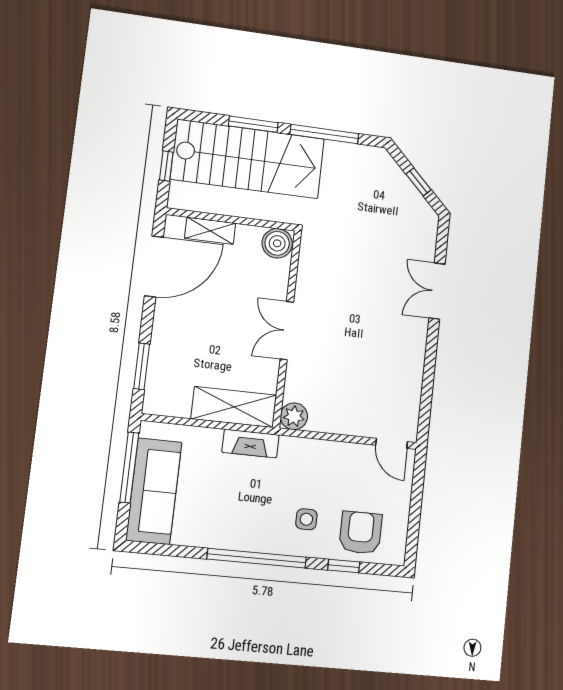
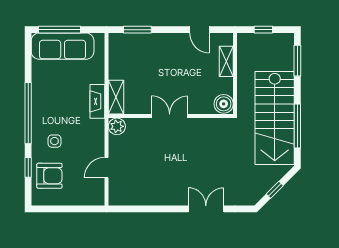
window: (253, 124) -> (297, 61), moved
stairs: (248, 159) -> (275, 118), moved
door: (154, 266) -> (200, 30), width x0.53
shelving: (234, 407) -> (116, 97), width x0.67, depth x0.75
door: (392, 443) -> (107, 168), moved
window: (129, 467) -> (59, 30), moved

